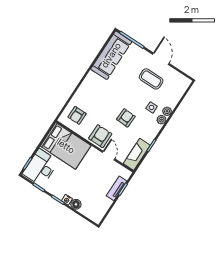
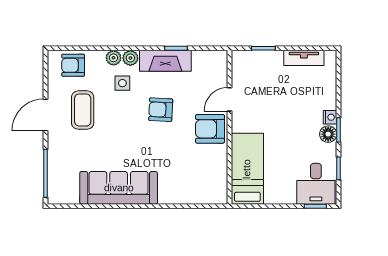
sofa: (111, 55) -> (119, 188), moved
armchair: (77, 115) -> (73, 65), moved, turned 180
bed: (66, 146) -> (247, 169), width x0.67
fireplace: (137, 154) -> (165, 61), moved
desk: (41, 168) -> (316, 184), width x0.73
tv unit: (117, 188) -> (304, 58), moved
floor lamp: (76, 204) -> (328, 134), moved

